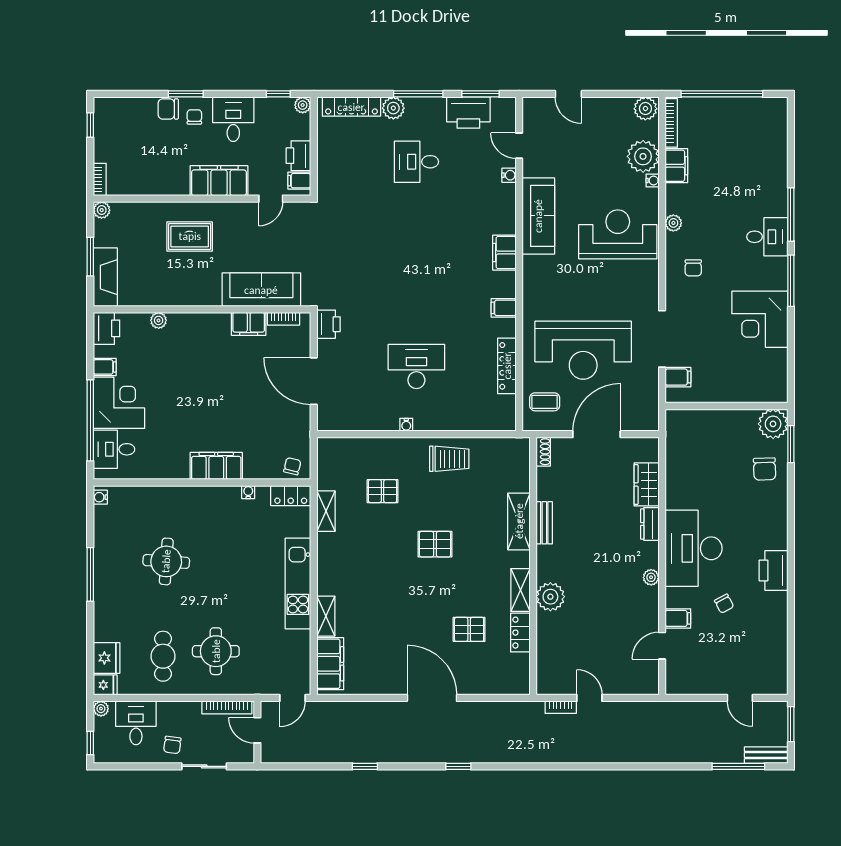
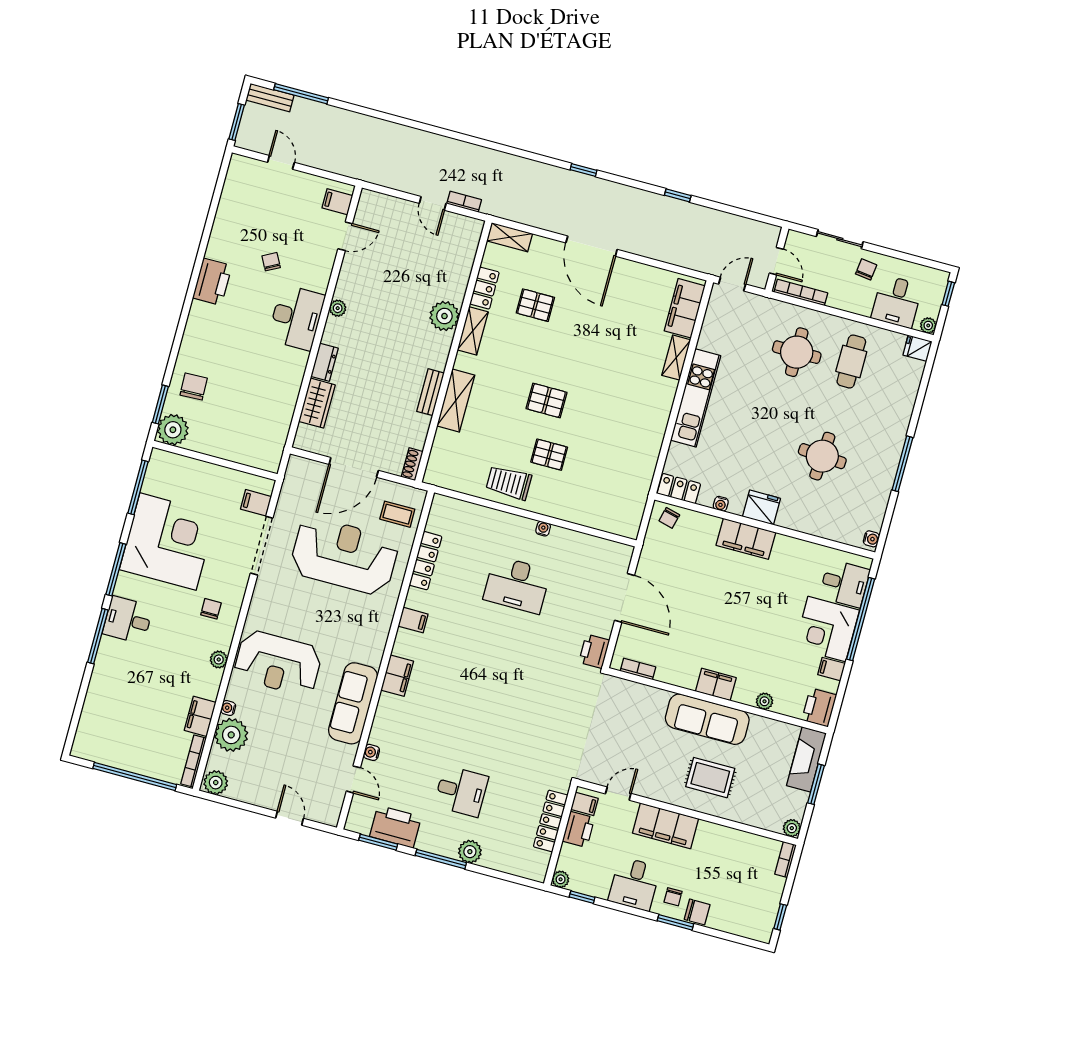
locker: (351, 107) -> (551, 821), moved, turned -90
sofa: (261, 290) -> (707, 719), moved
corner desk: (760, 319) -> (168, 542), width x1.36, depth x1.36
filing cabinet: (249, 324) -> (716, 684), moved
window: (791, 362) -> (138, 487), added
pallet: (383, 491) -> (549, 455), moved
shelving: (326, 511) -> (510, 237), moved, turned 90
desk: (694, 548) -> (296, 317), width x0.73, depth x0.77
filing cabinet: (678, 618) -> (337, 202), moved
fridge: (107, 658) -> (761, 507), moved, turned 90

